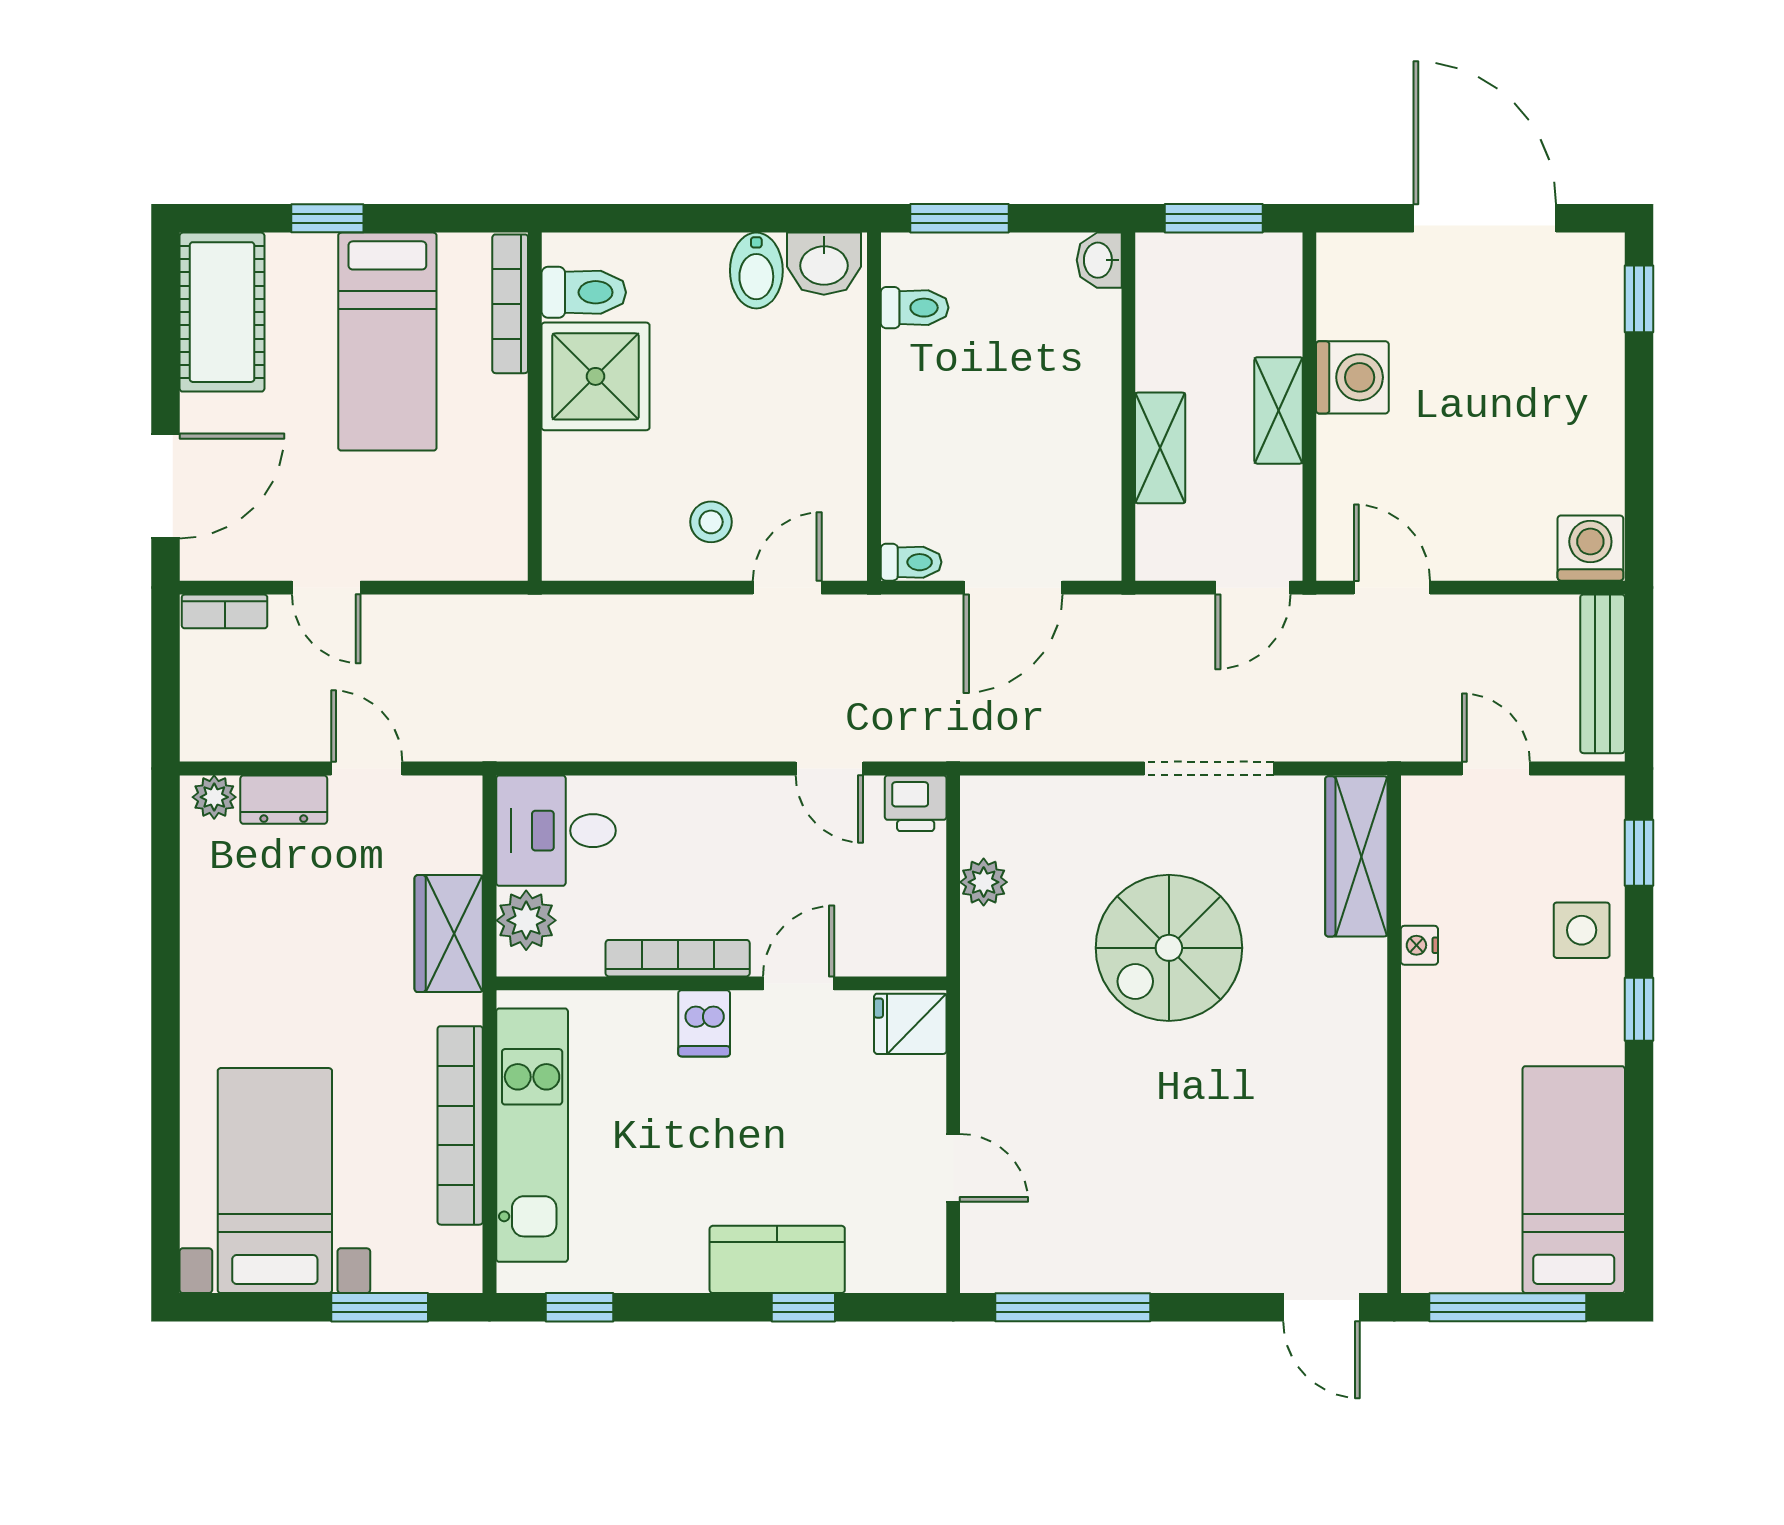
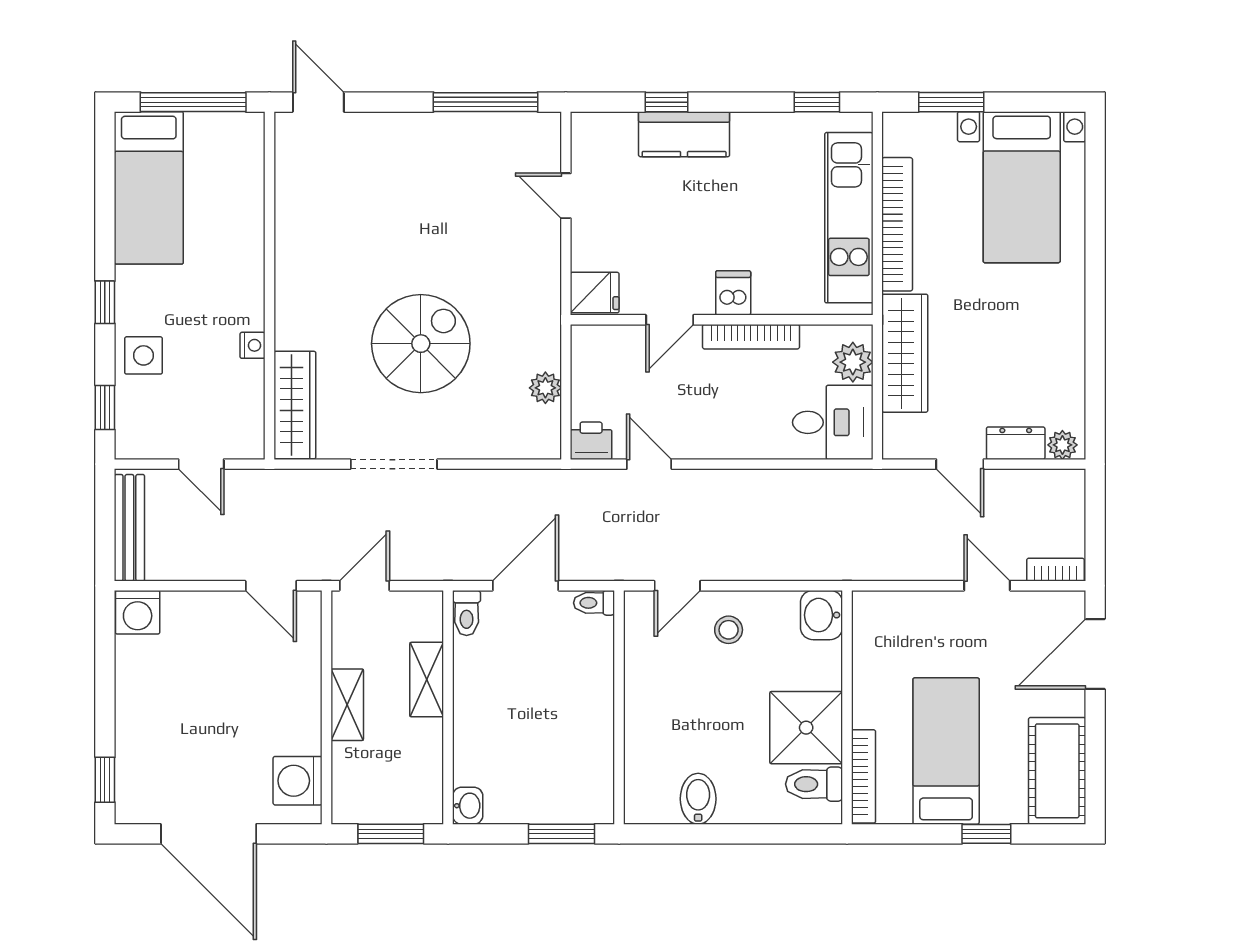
washbasin: (824, 264) -> (821, 615), moved, turned -90
toilet: (915, 308) -> (467, 613), moved, turned -90
washing machine: (1352, 377) -> (298, 781), moved
wardrobe: (449, 934) -> (905, 353), width x1.50

